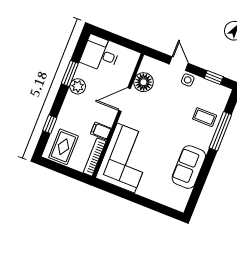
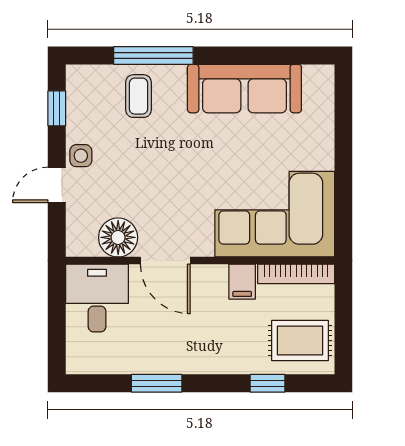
desk: (100, 54) -> (97, 298), moved, turned 180
plant: (78, 86) -> (175, 359), removed
sofa: (189, 167) -> (244, 89), width x1.36

